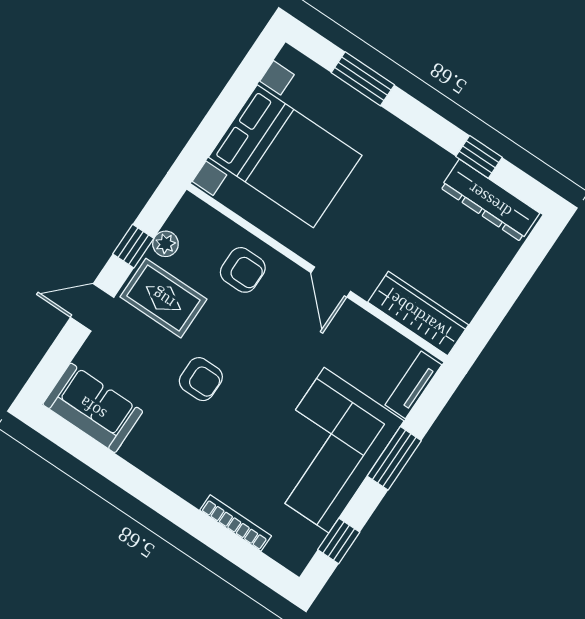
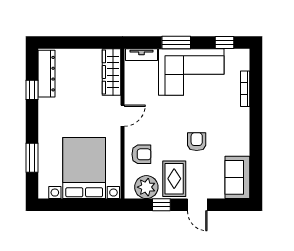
plant: (165, 244) -> (146, 187), width x1.87, depth x1.87
armchair: (243, 270) -> (141, 154), turned 90

